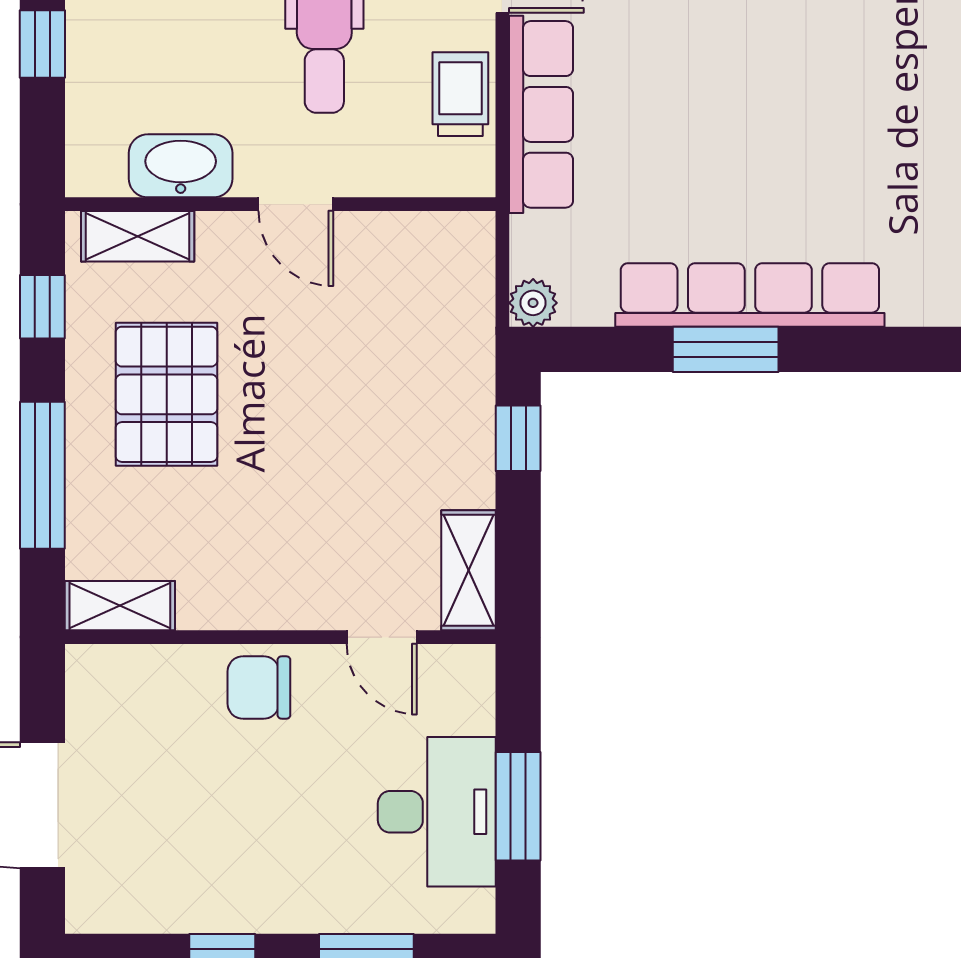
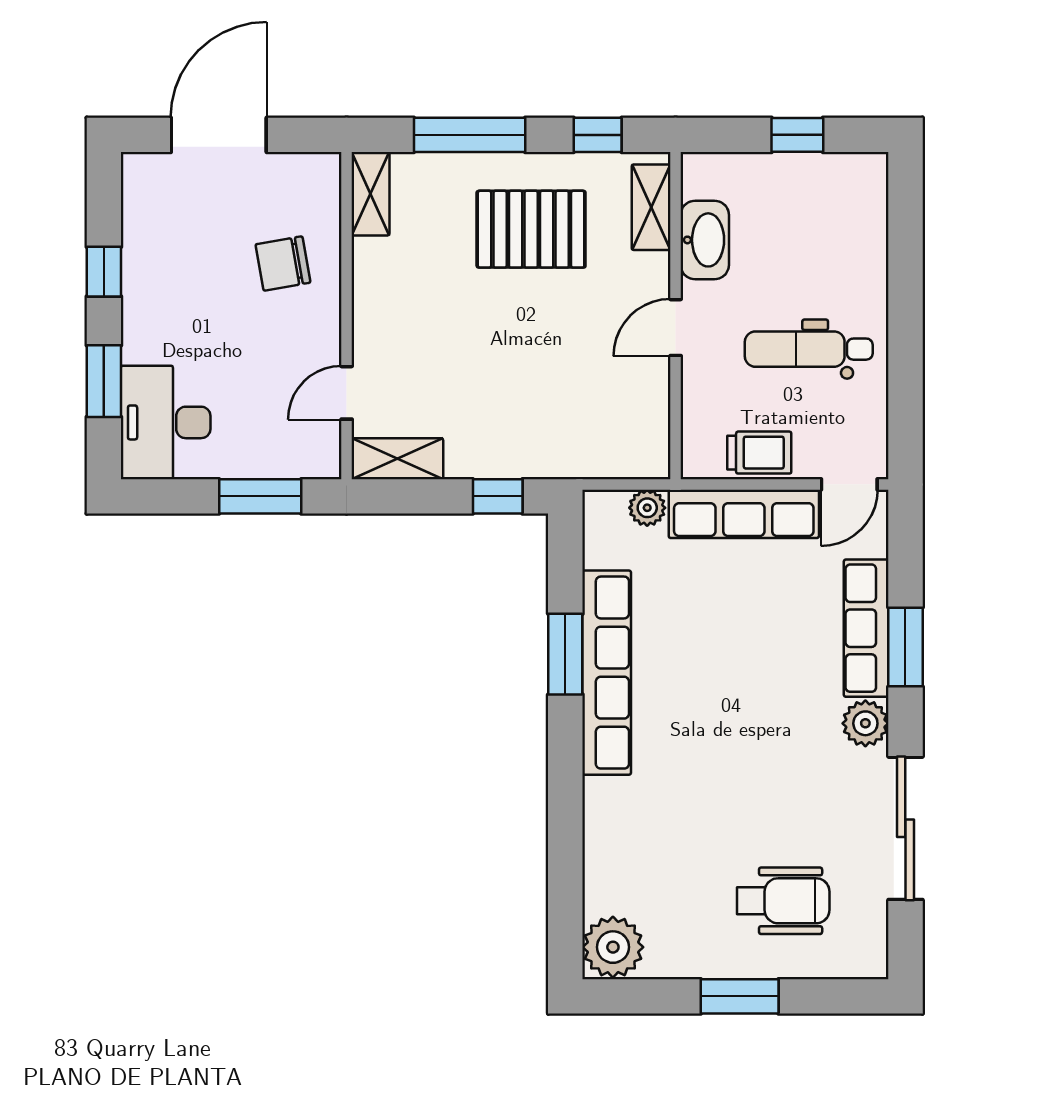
plant: (533, 303) -> (647, 508), moved
chair: (259, 688) -> (283, 263), moved, turned -100
window: (518, 806) -> (260, 496), moved
desk: (437, 812) -> (166, 422), moved, turned 90

